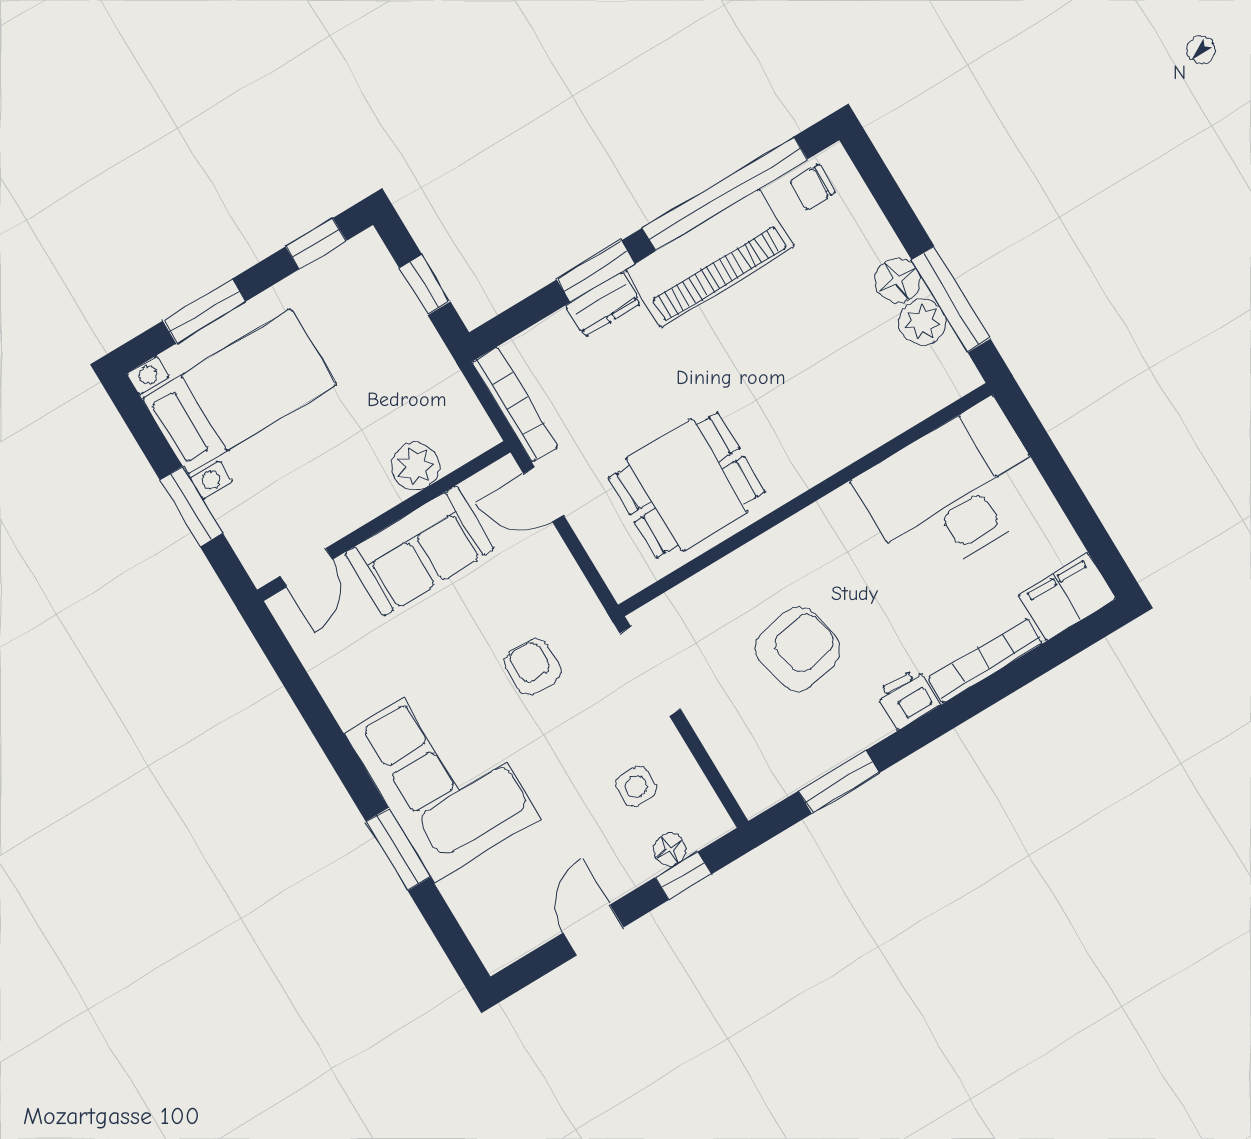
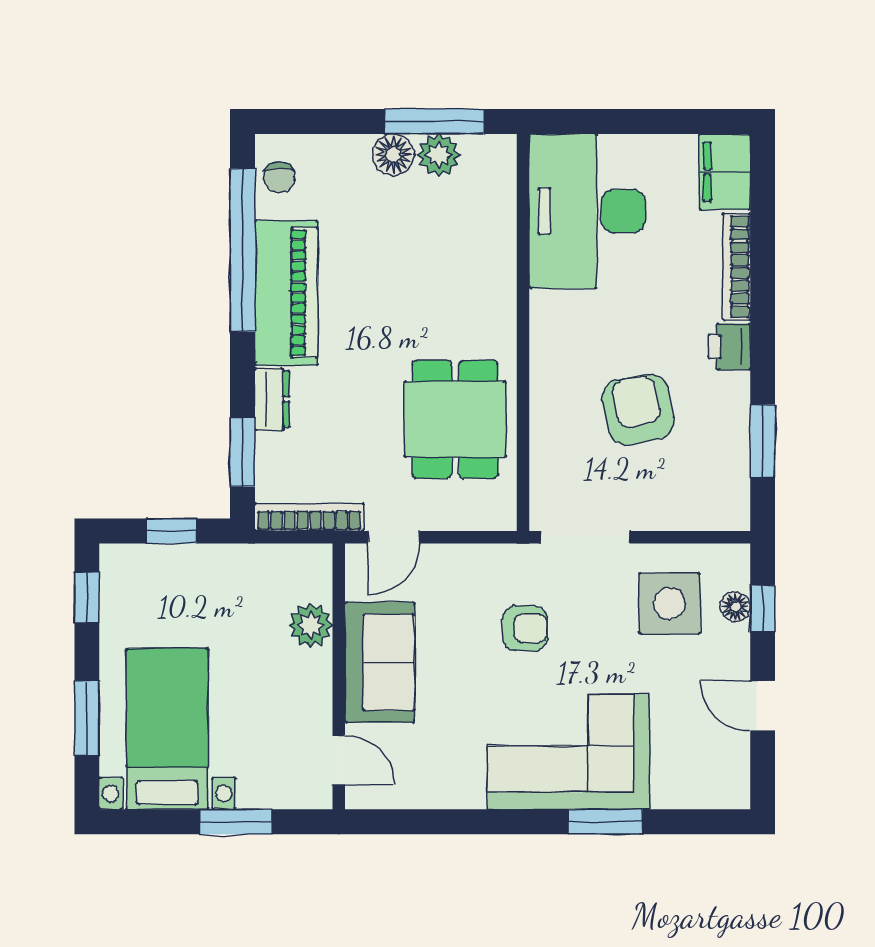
window: (596, 271) -> (242, 452), moved
armchair: (532, 667) -> (525, 628), turned 180
side table: (636, 787) -> (670, 603), width x1.87, depth x1.87

